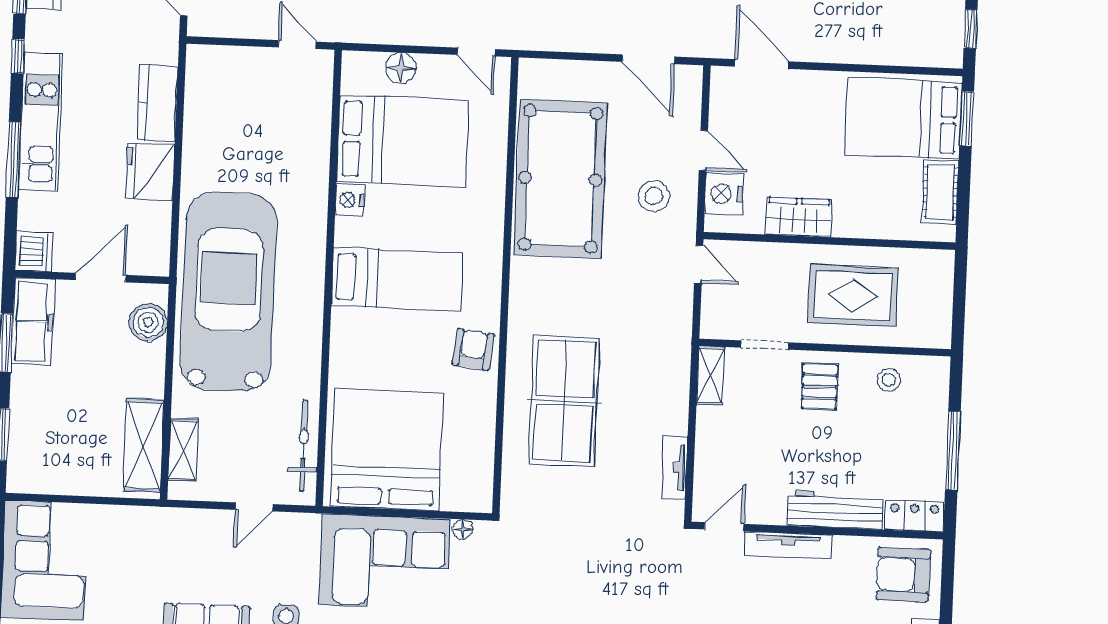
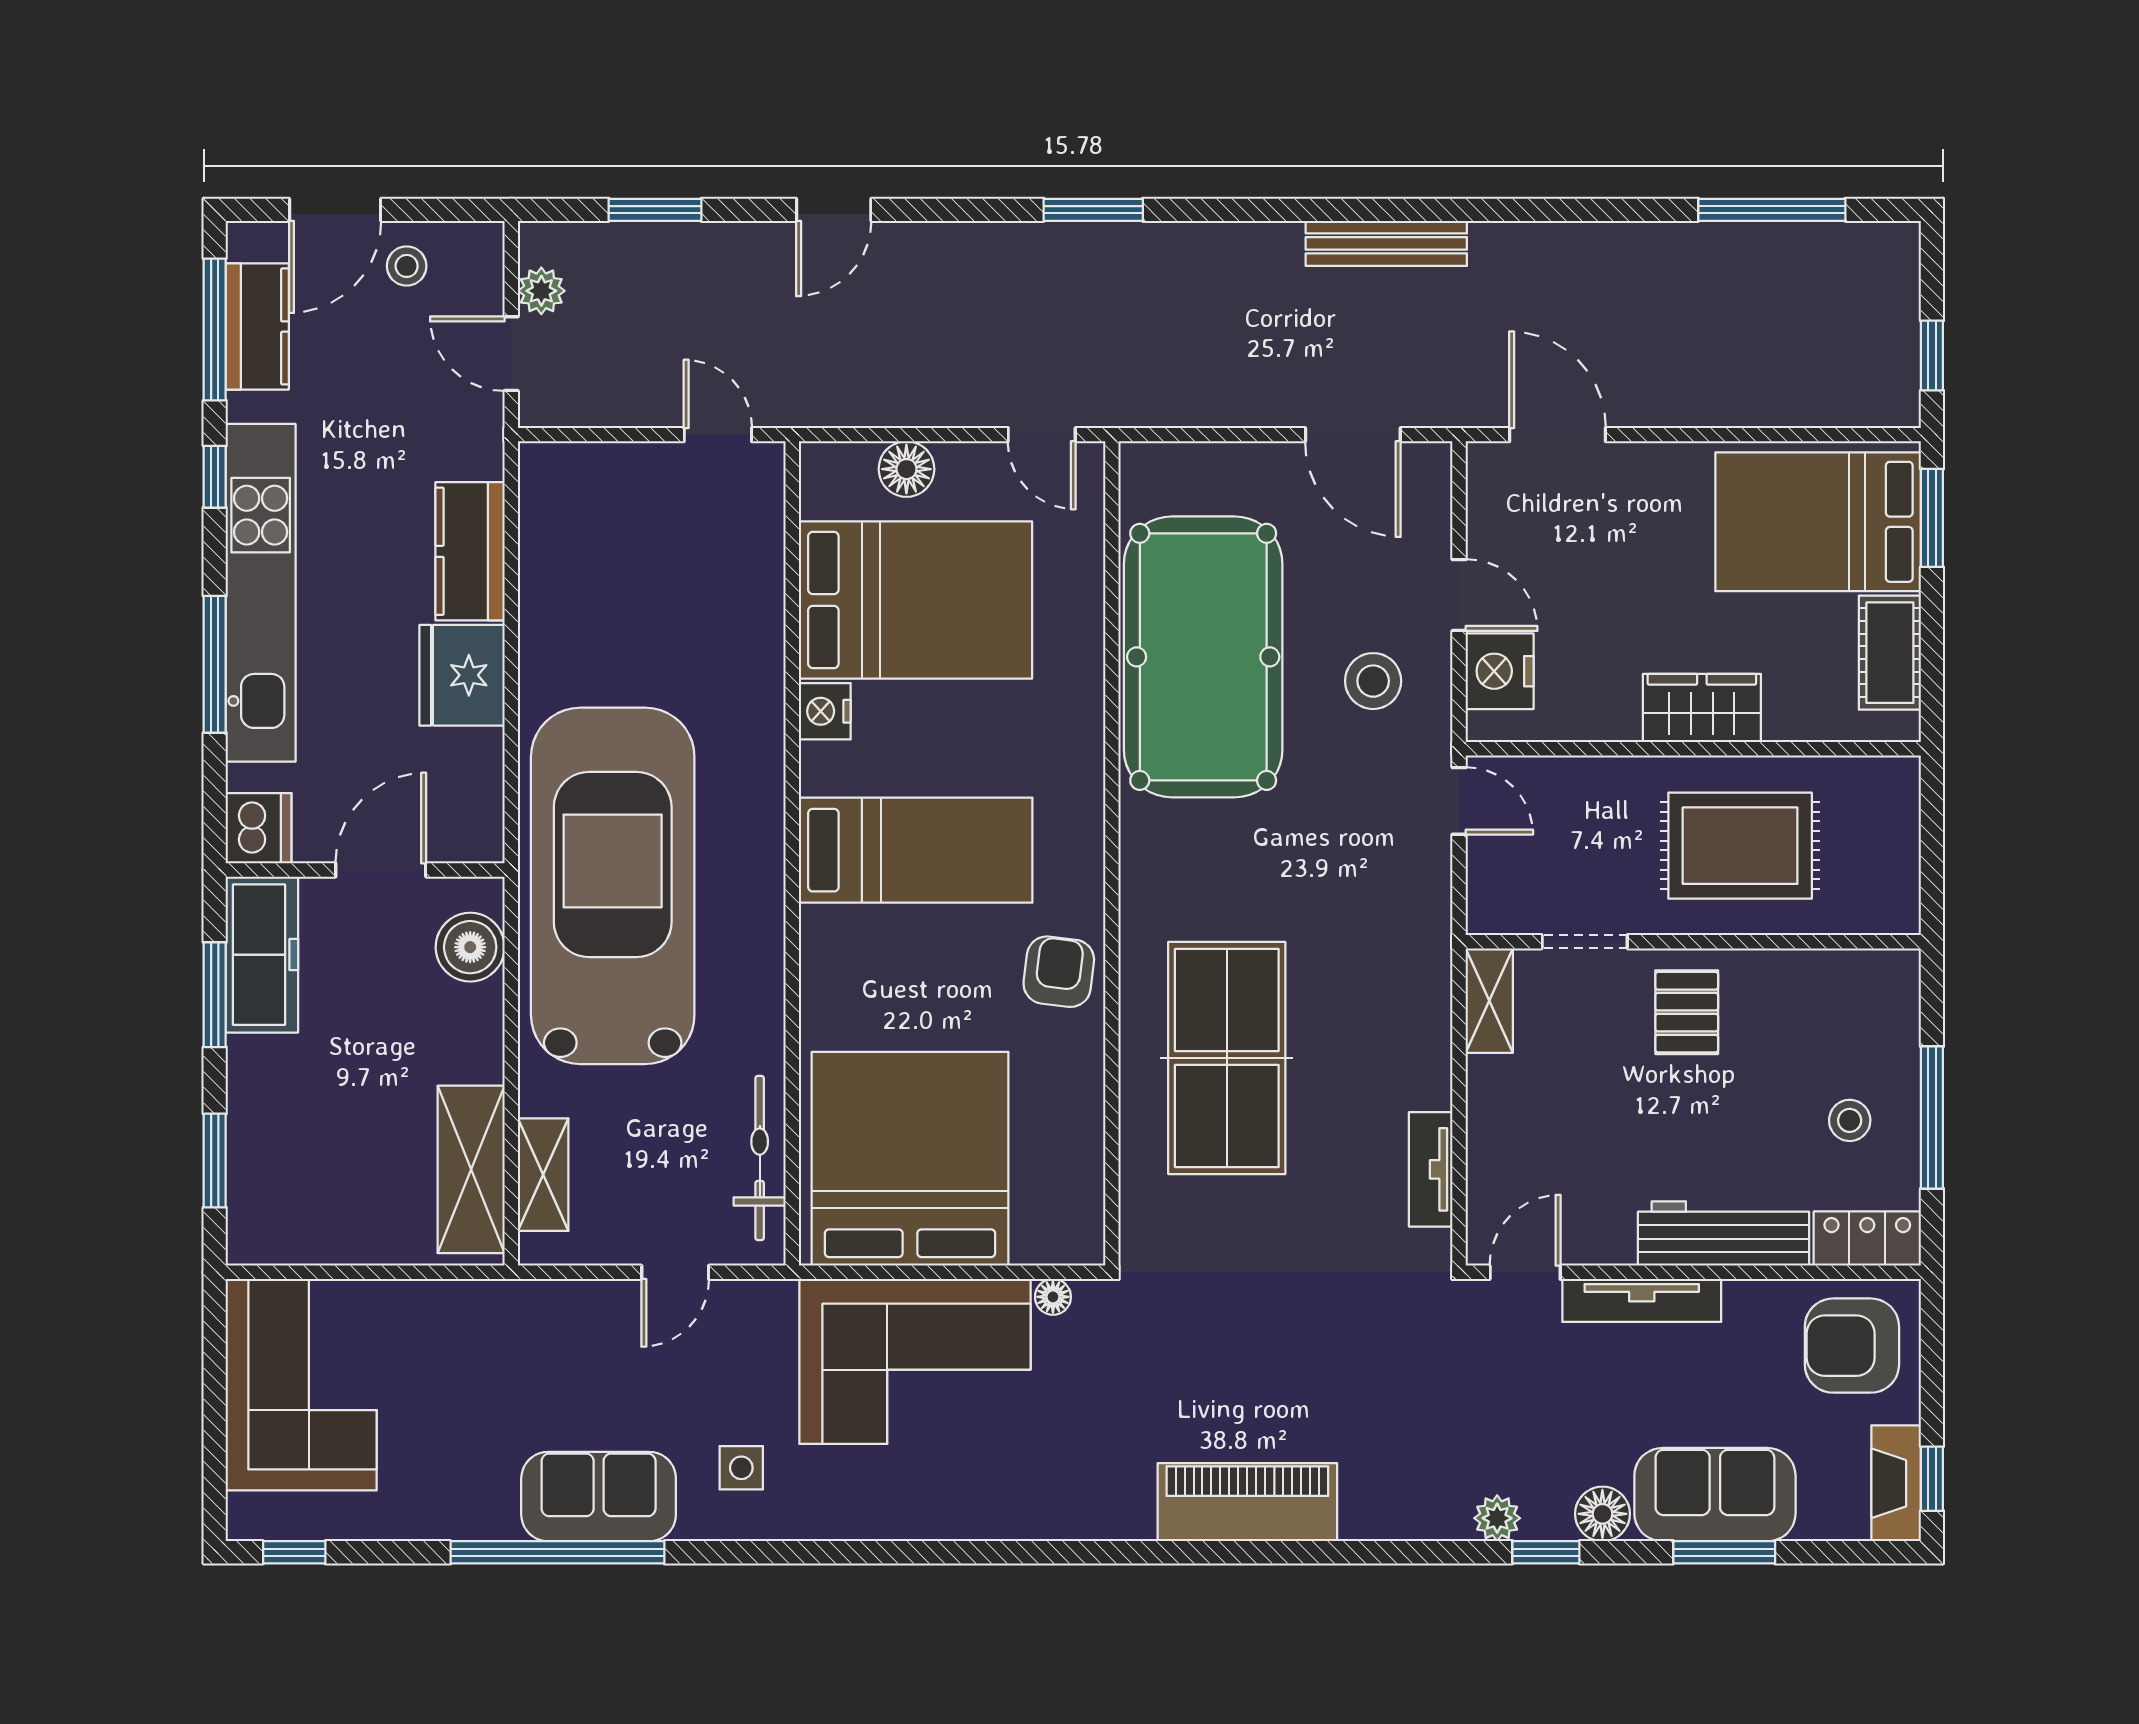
kitchen unit: (41, 121) -> (261, 593), width x1.36
wardrobe: (799, 217) -> (1702, 708), moved
stool: (889, 380) -> (1850, 1120), moved

